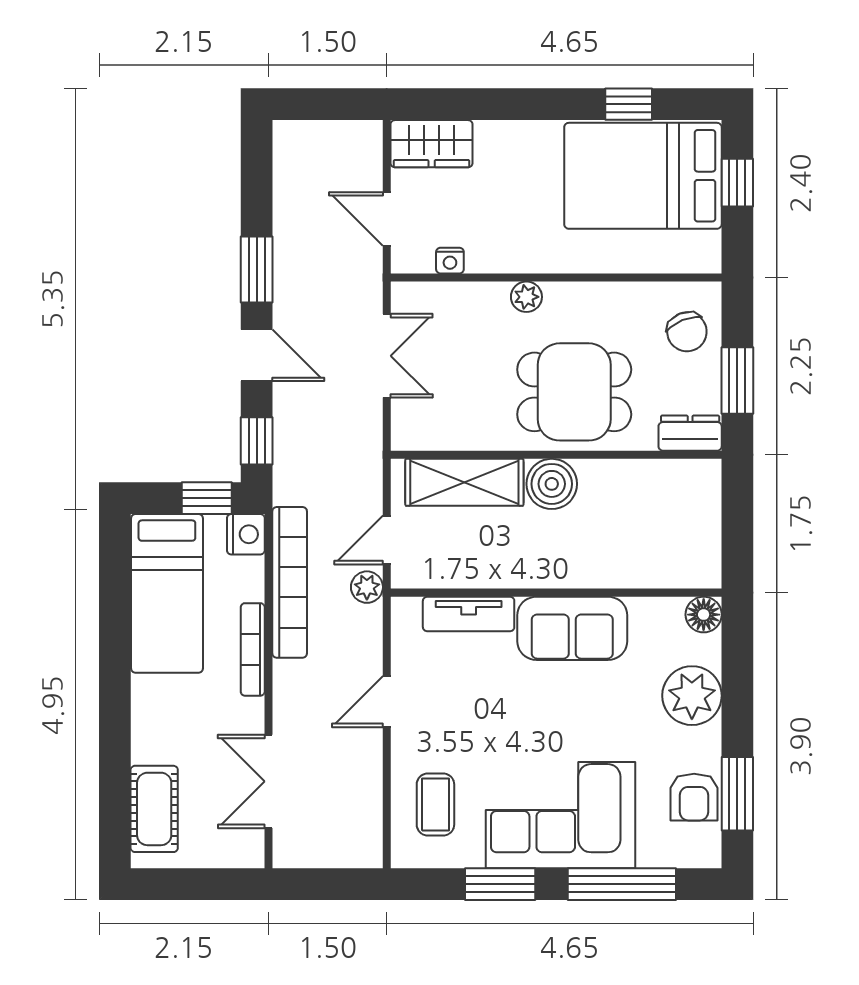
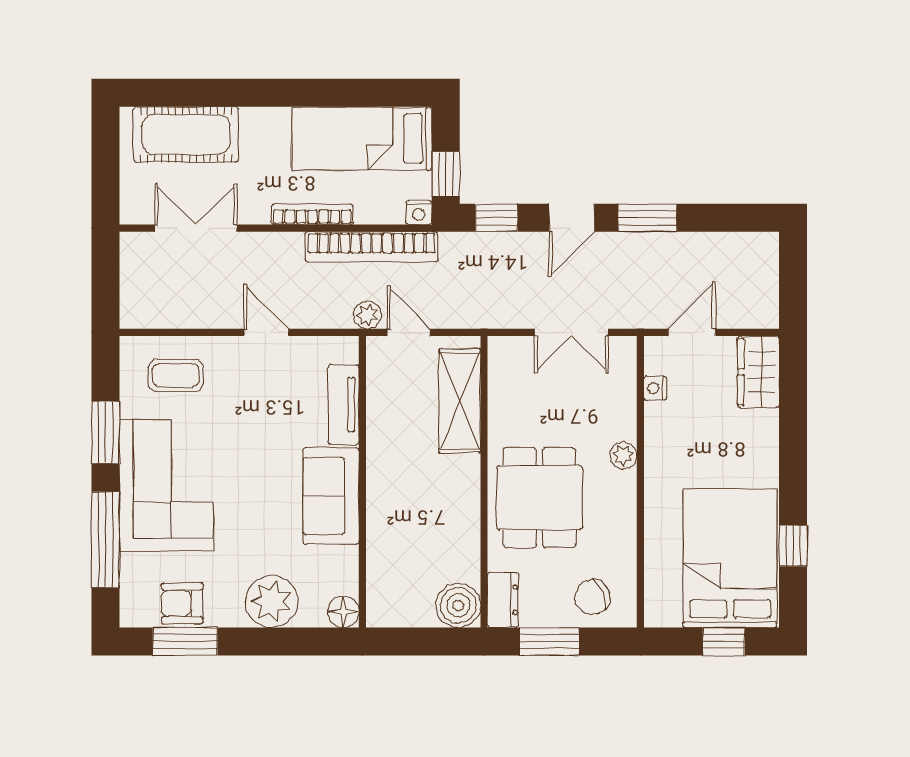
boiler: (552, 484) -> (458, 605), moved
nightstand: (246, 534) -> (419, 212), width x0.72, depth x0.74
cot: (154, 809) -> (186, 134), width x1.37, depth x1.34

